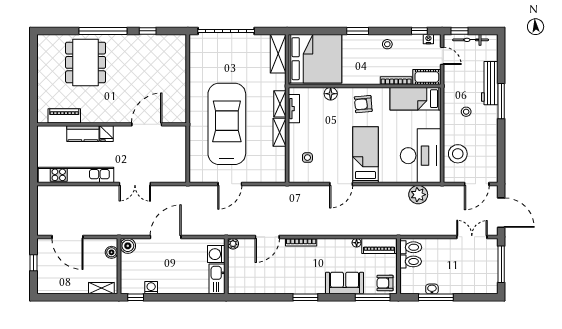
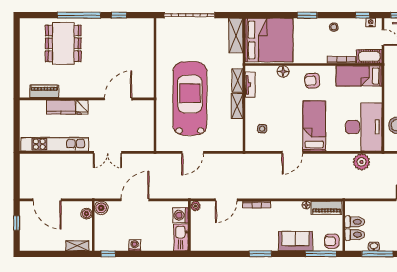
toilet: (411, 247) -> (355, 235), moved
washing machine: (151, 288) -> (135, 245), moved

